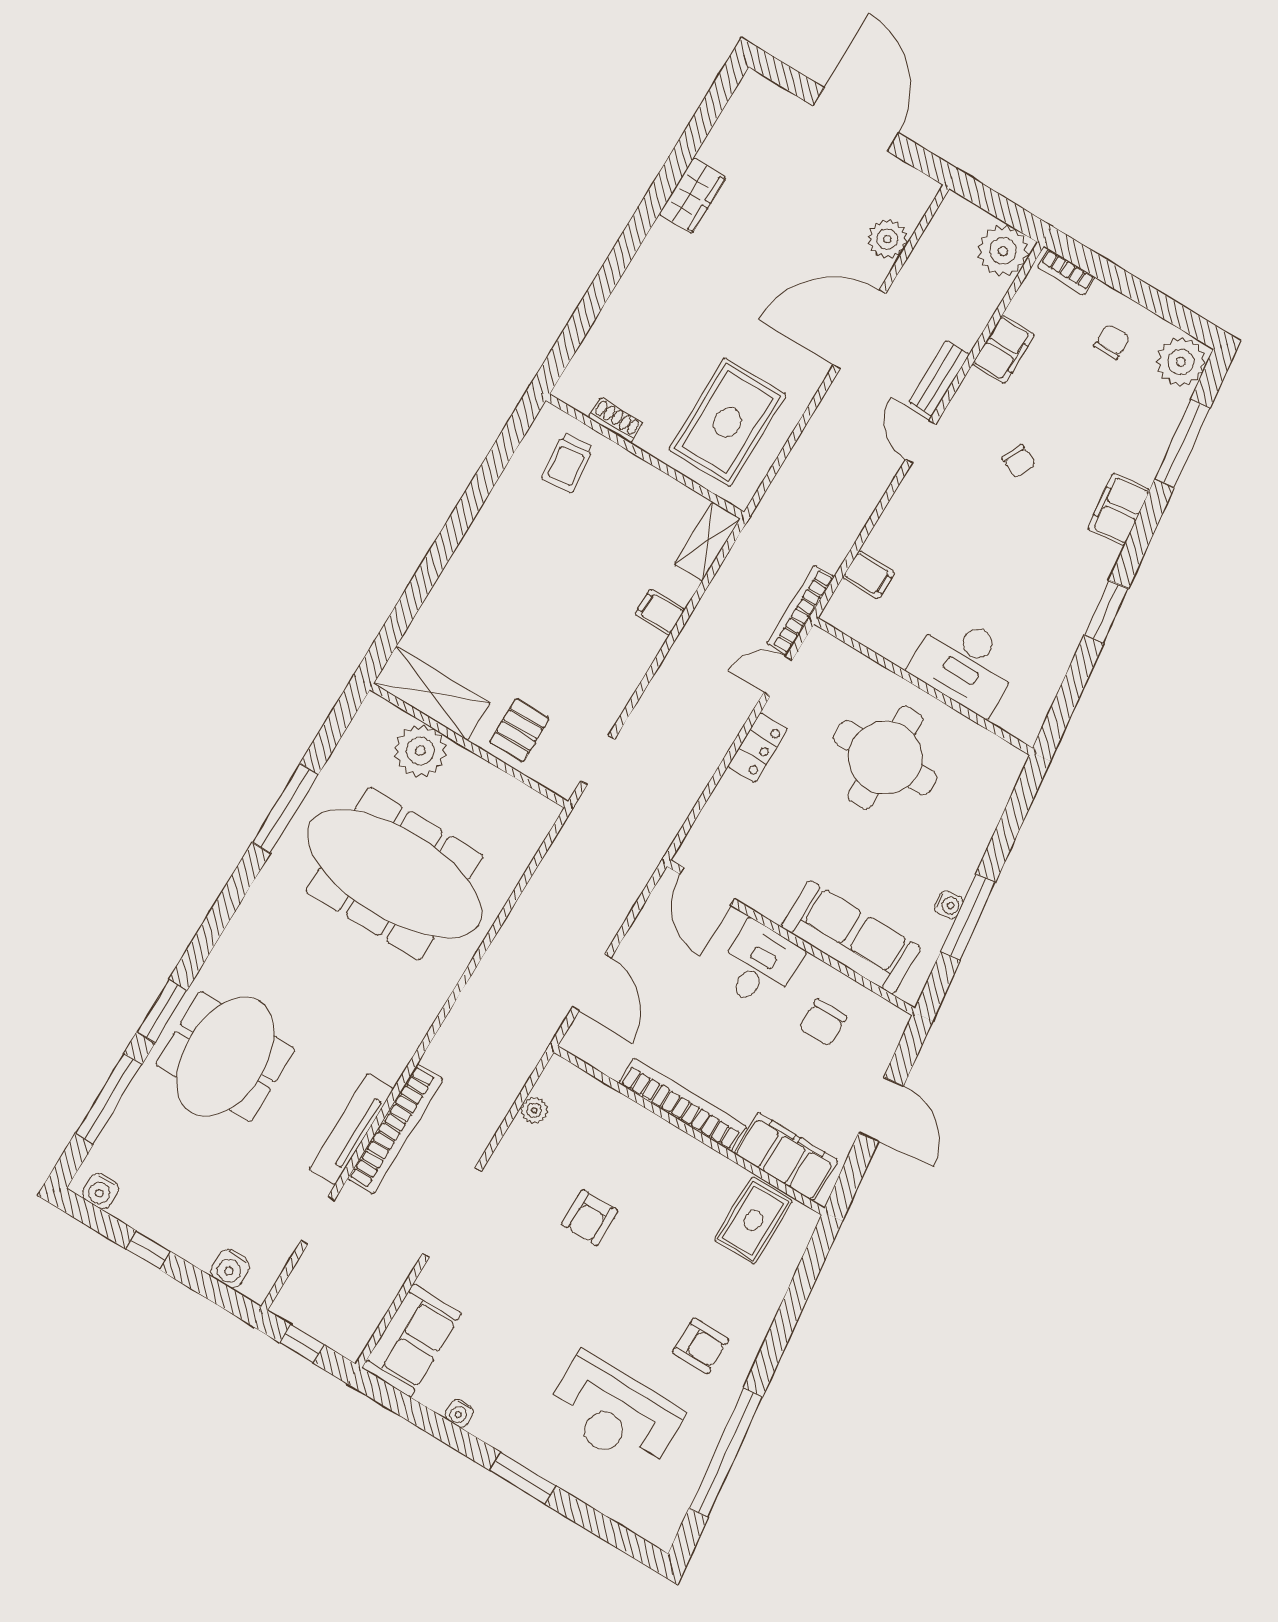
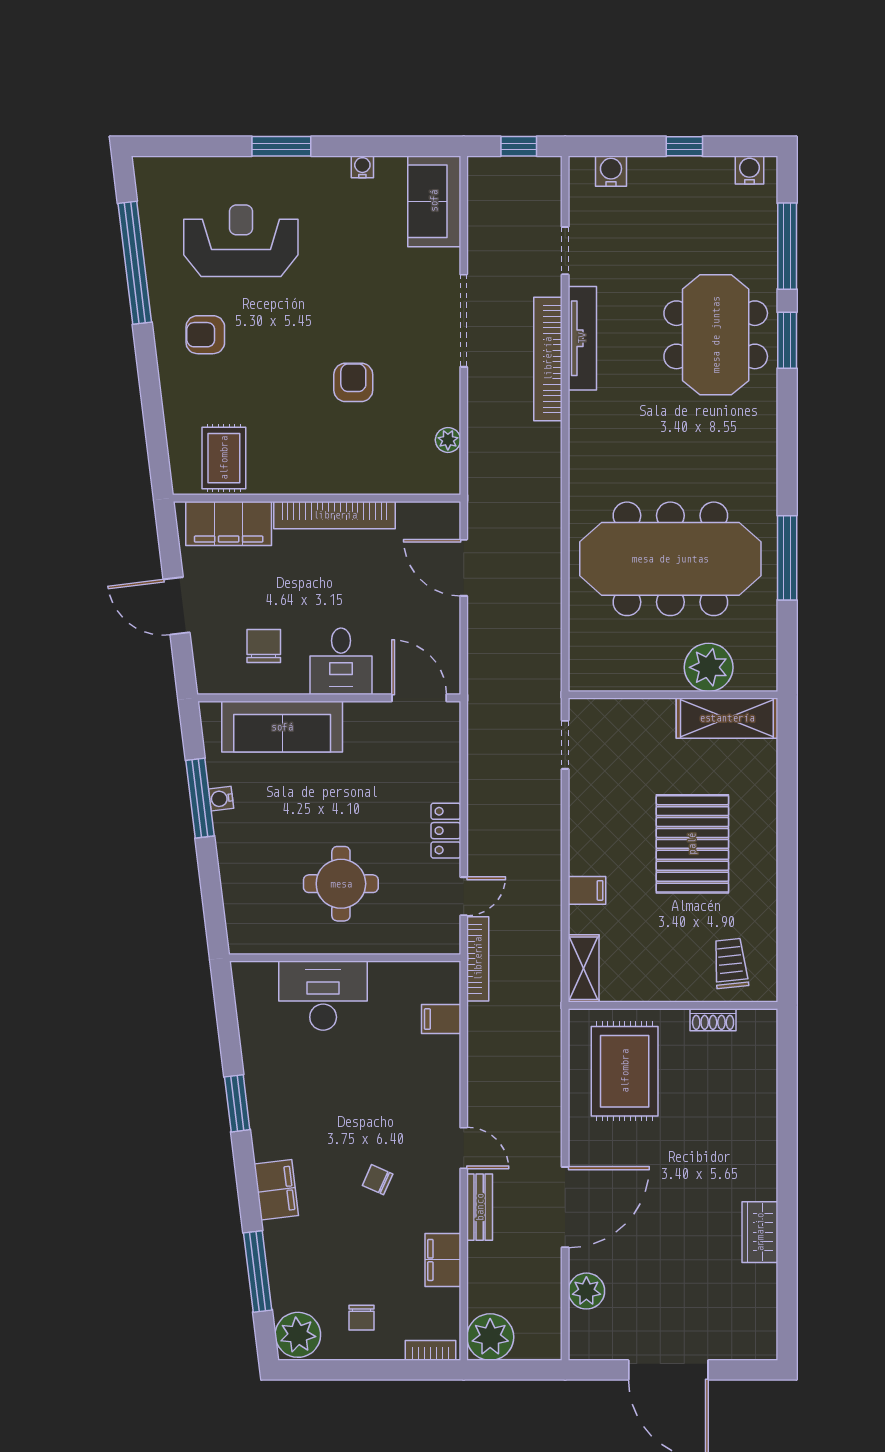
pallet: (519, 730) -> (692, 844), moved, width x2.05, depth x2.00
round table: (885, 758) -> (341, 884), width x0.73, depth x0.73

